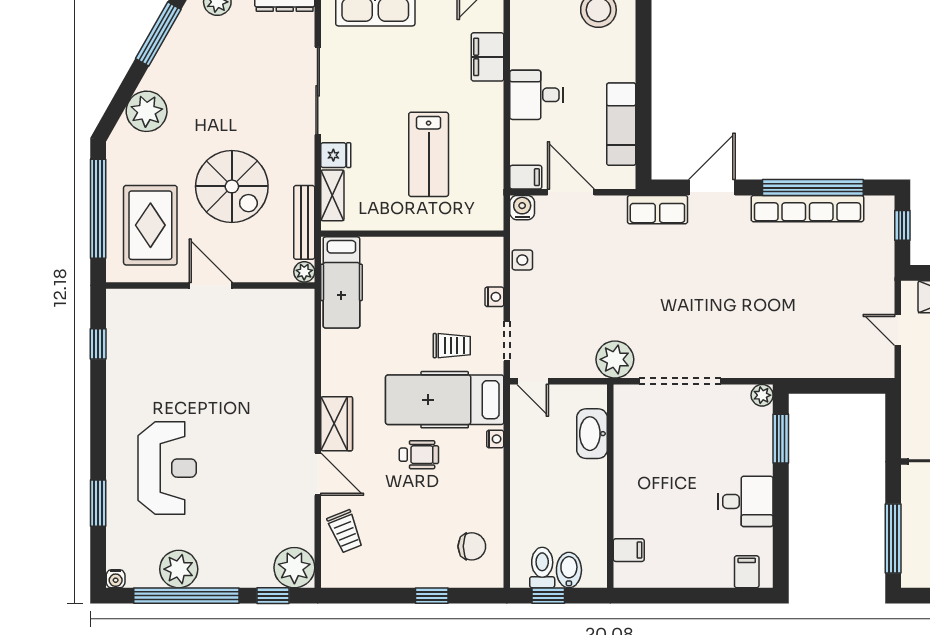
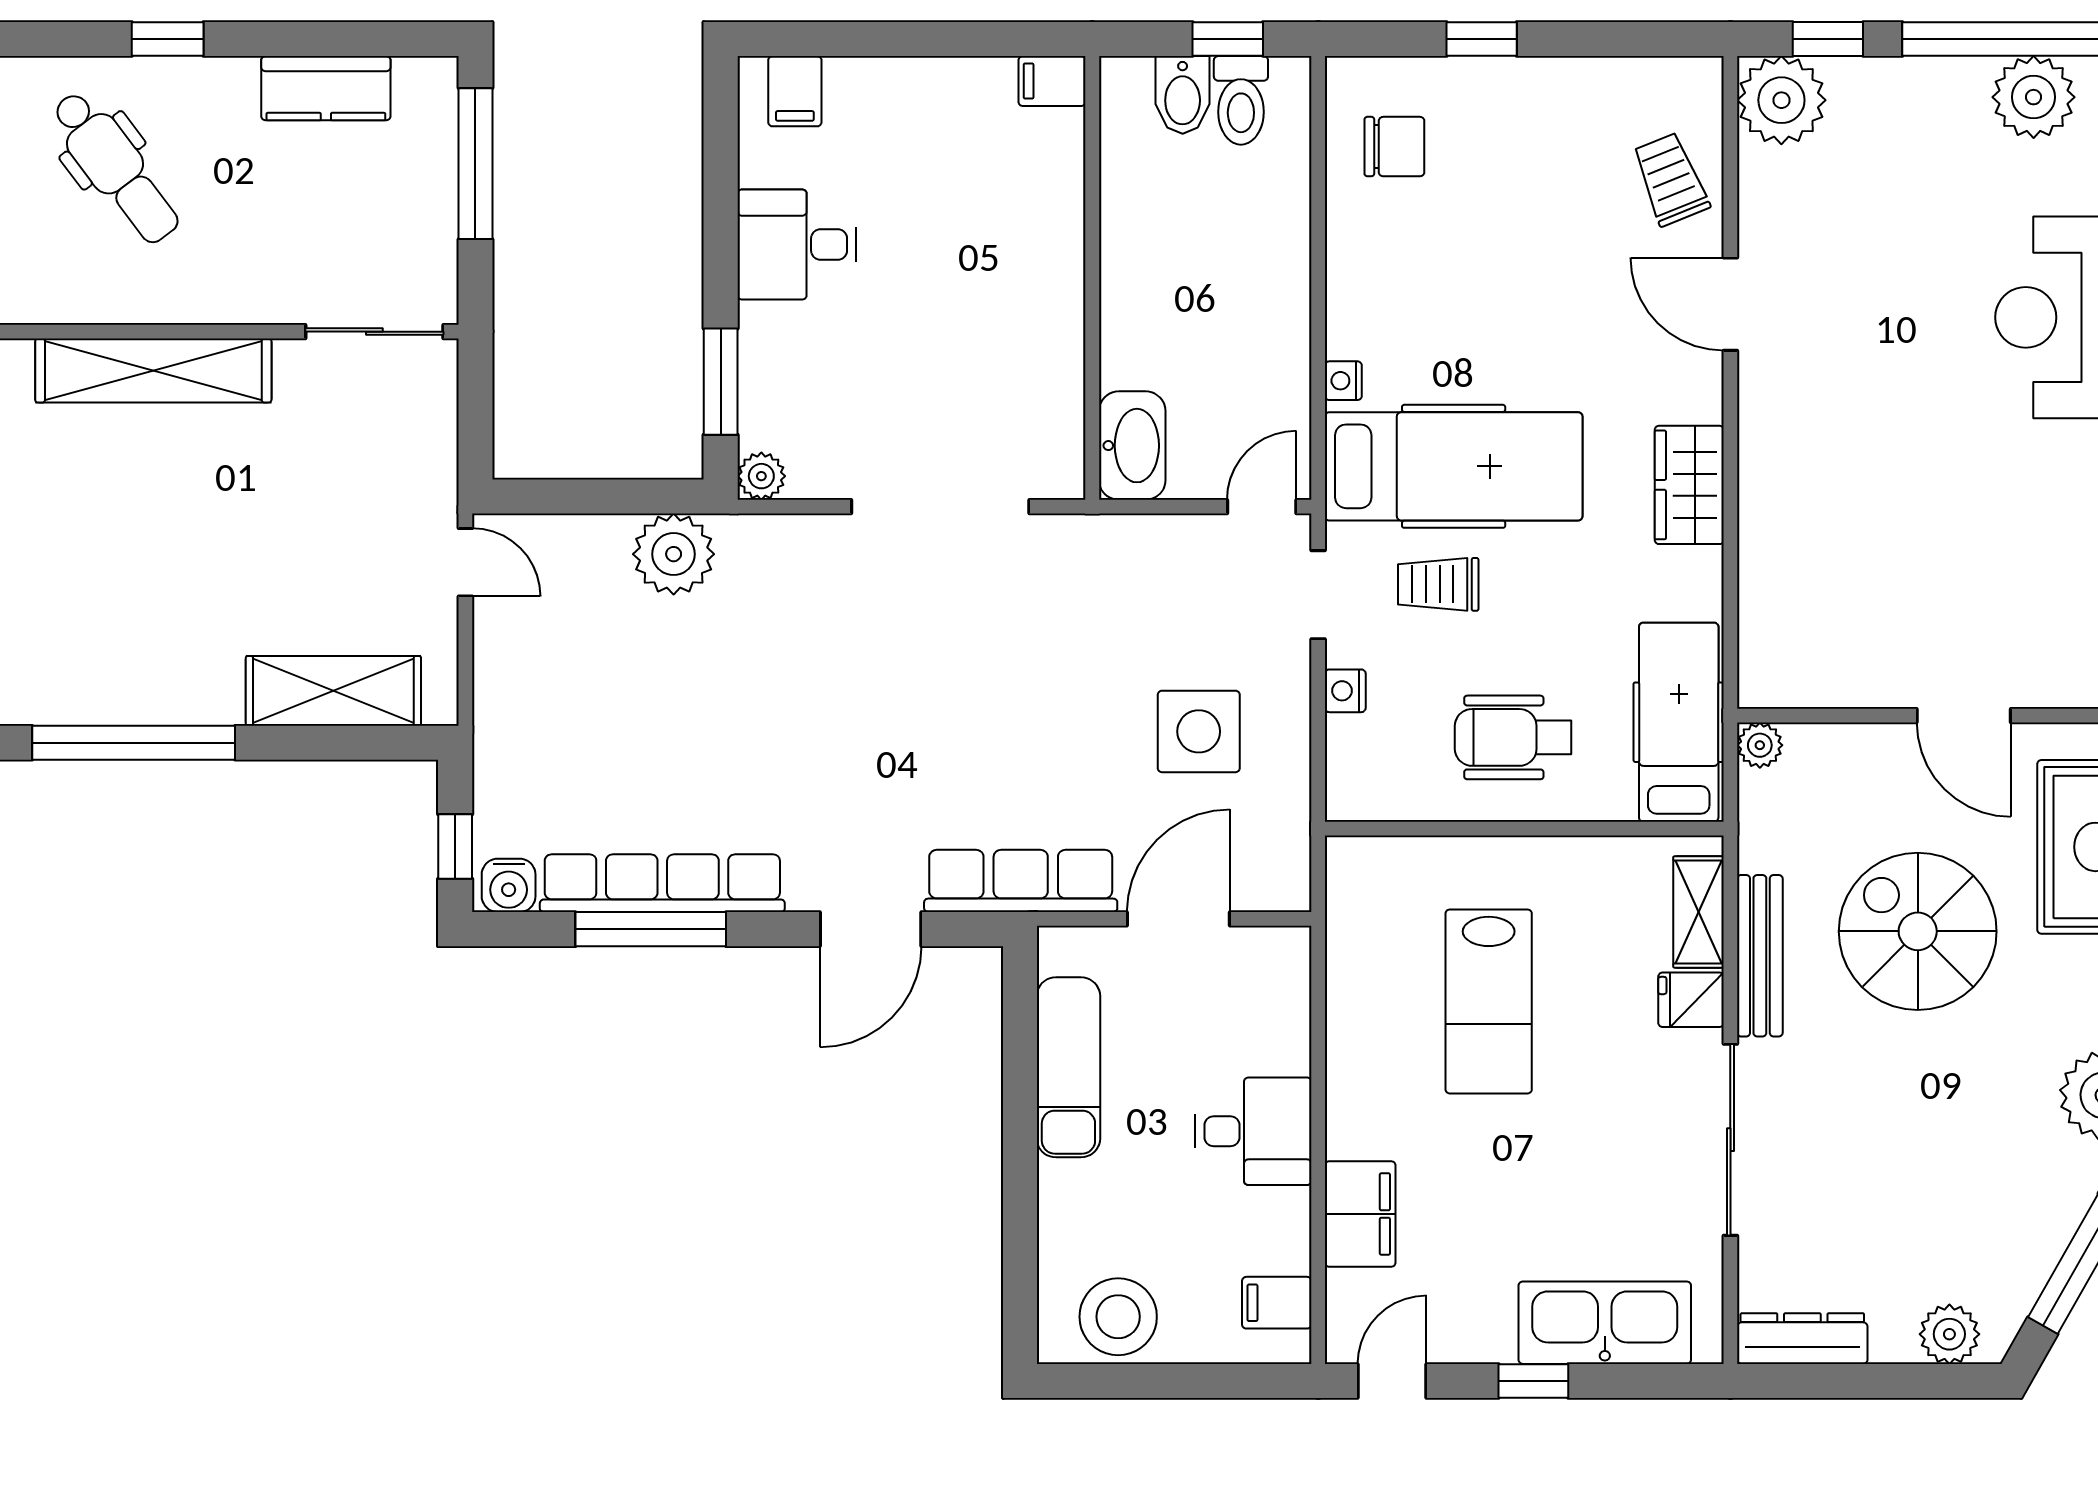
lab bench: (429, 154) -> (1489, 1001), turned 180
filing cabinet: (526, 177) -> (1277, 1303), moved
window: (813, 188) -> (651, 929), width x0.68
door: (571, 192) -> (1178, 919), swing flipped
water cooler: (522, 208) -> (509, 885), moved
row of seats: (657, 210) -> (1021, 881), width x1.48
bench: (304, 222) -> (1760, 956), moved
side table: (522, 260) -> (1199, 731), moved, width x1.87, depth x1.87
door: (898, 330) -> (465, 562), moved
plant: (615, 359) -> (674, 554), moved
door: (533, 381) -> (1262, 507), hinge flipped
wardrobe: (337, 424) -> (1689, 485), moved
washbasin: (592, 434) -> (1132, 446), moved
wheelchair: (419, 455) -> (1513, 737), moved, width x1.36, depth x1.37
chair: (472, 546) -> (1394, 147), turned 180
filing cabinet: (629, 550) -> (1052, 81), moved

